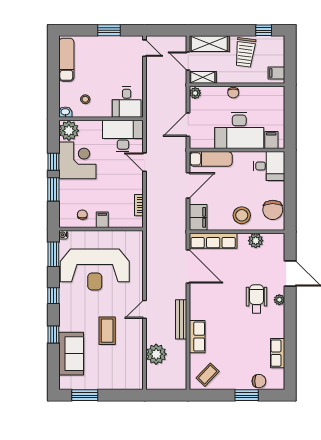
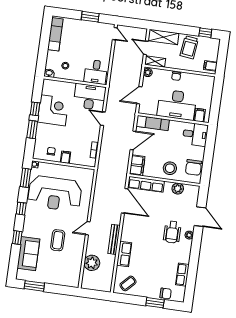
plant: (69, 131) -> (50, 87), removed
wheelchair: (257, 299) -> (172, 232), turned 180

